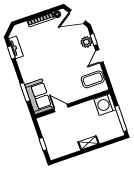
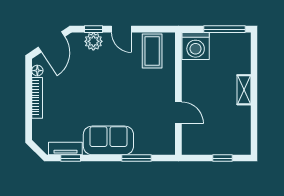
sofa: (38, 97) -> (108, 140), moved
door: (61, 108) -> (178, 113), swing flipped

